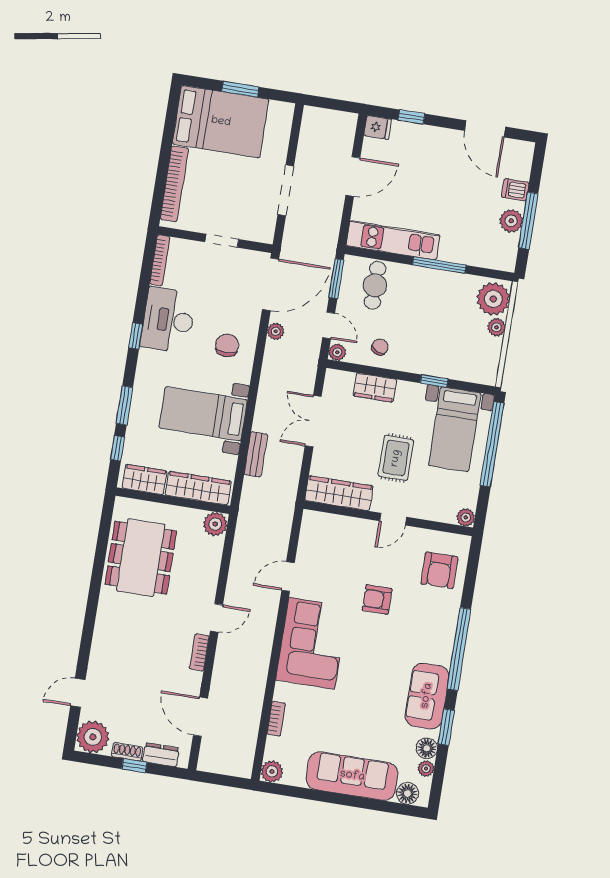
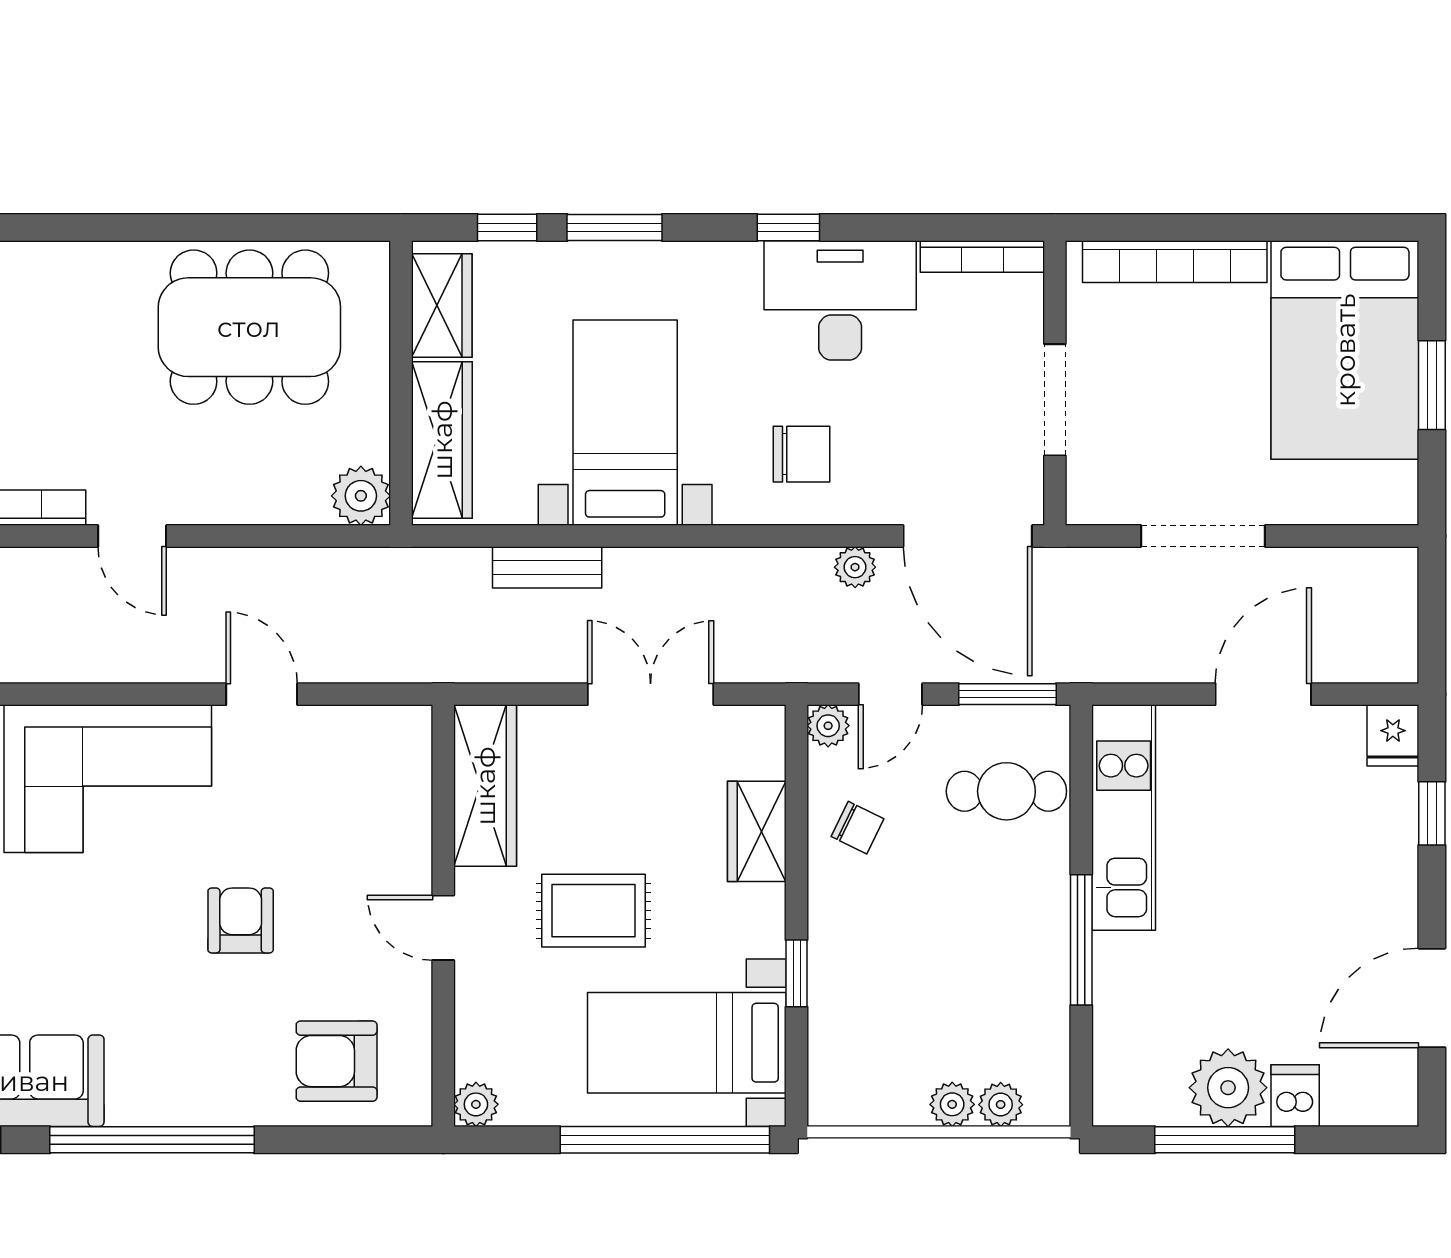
door: (353, 176) -> (1263, 694), swing flipped
plant: (511, 221) -> (1228, 1088), width x1.36, depth x1.36
doorway: (222, 241) -> (1055, 400), width x1.38
plant: (493, 299) -> (1001, 1105), width x0.53, depth x0.53

